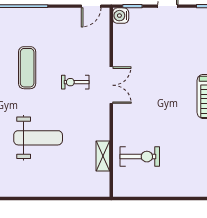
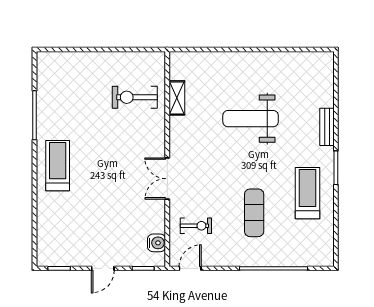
water cooler: (121, 16) -> (157, 243), moved
exercise mat: (27, 68) -> (254, 213), moved
exercise bike: (75, 82) -> (196, 226), moved

